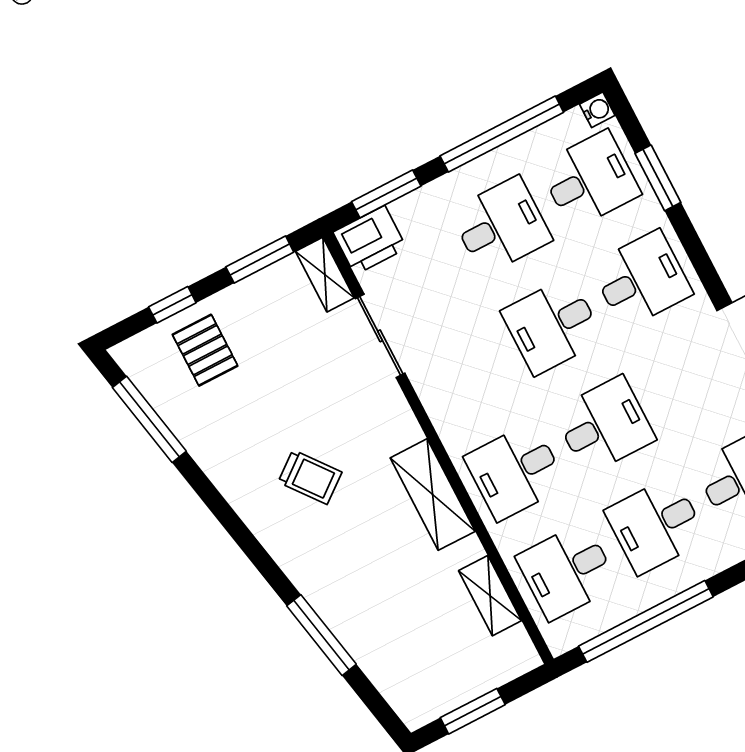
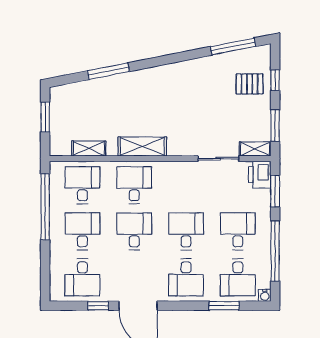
desk: (501, 226) -> (238, 231), turned 180
desk: (604, 425) -> (134, 231), turned 180
trolley: (310, 477) -> (175, 100), removed

